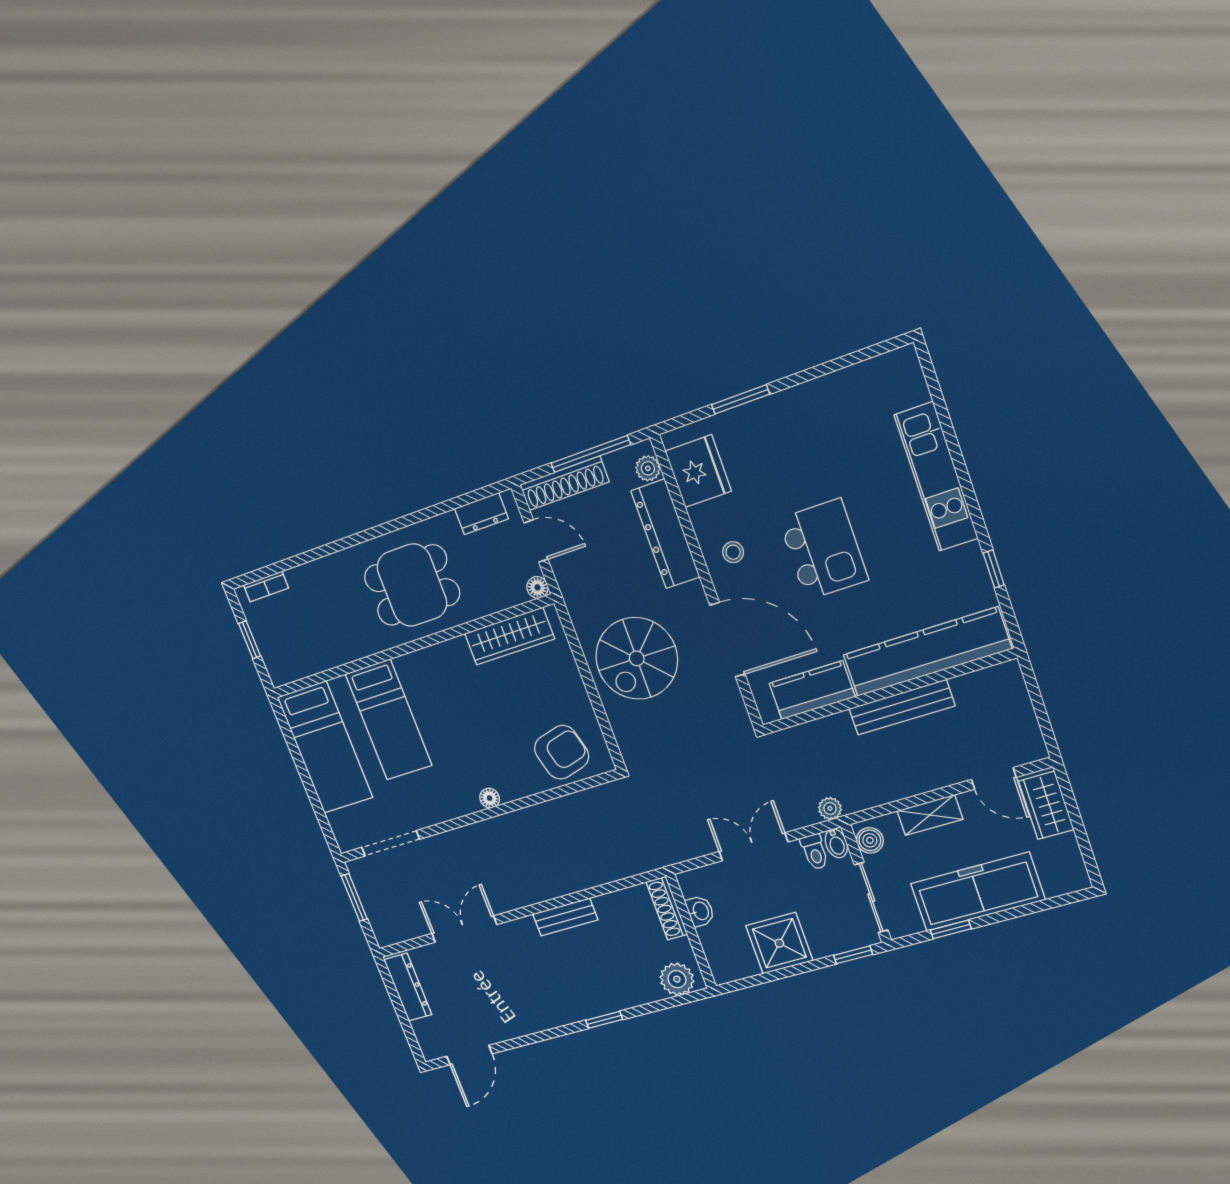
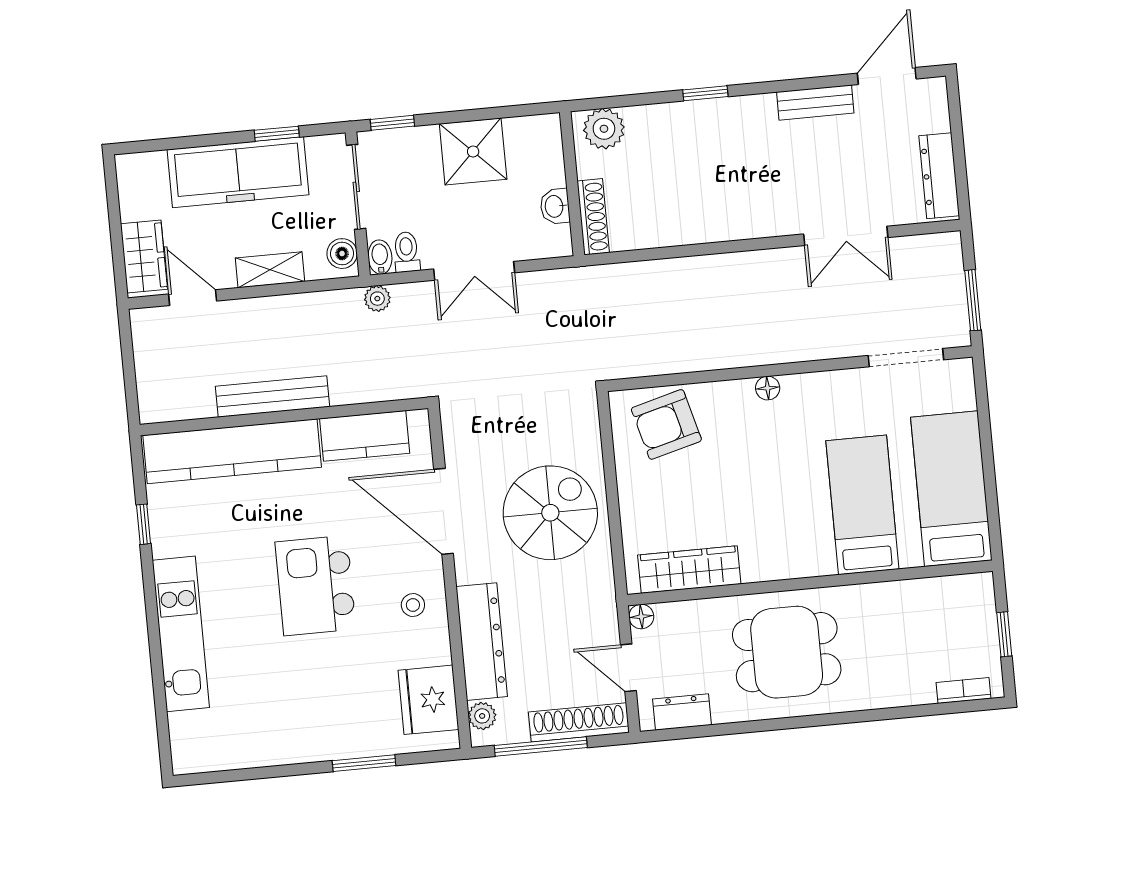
bench: (565, 917) -> (815, 102), moved

